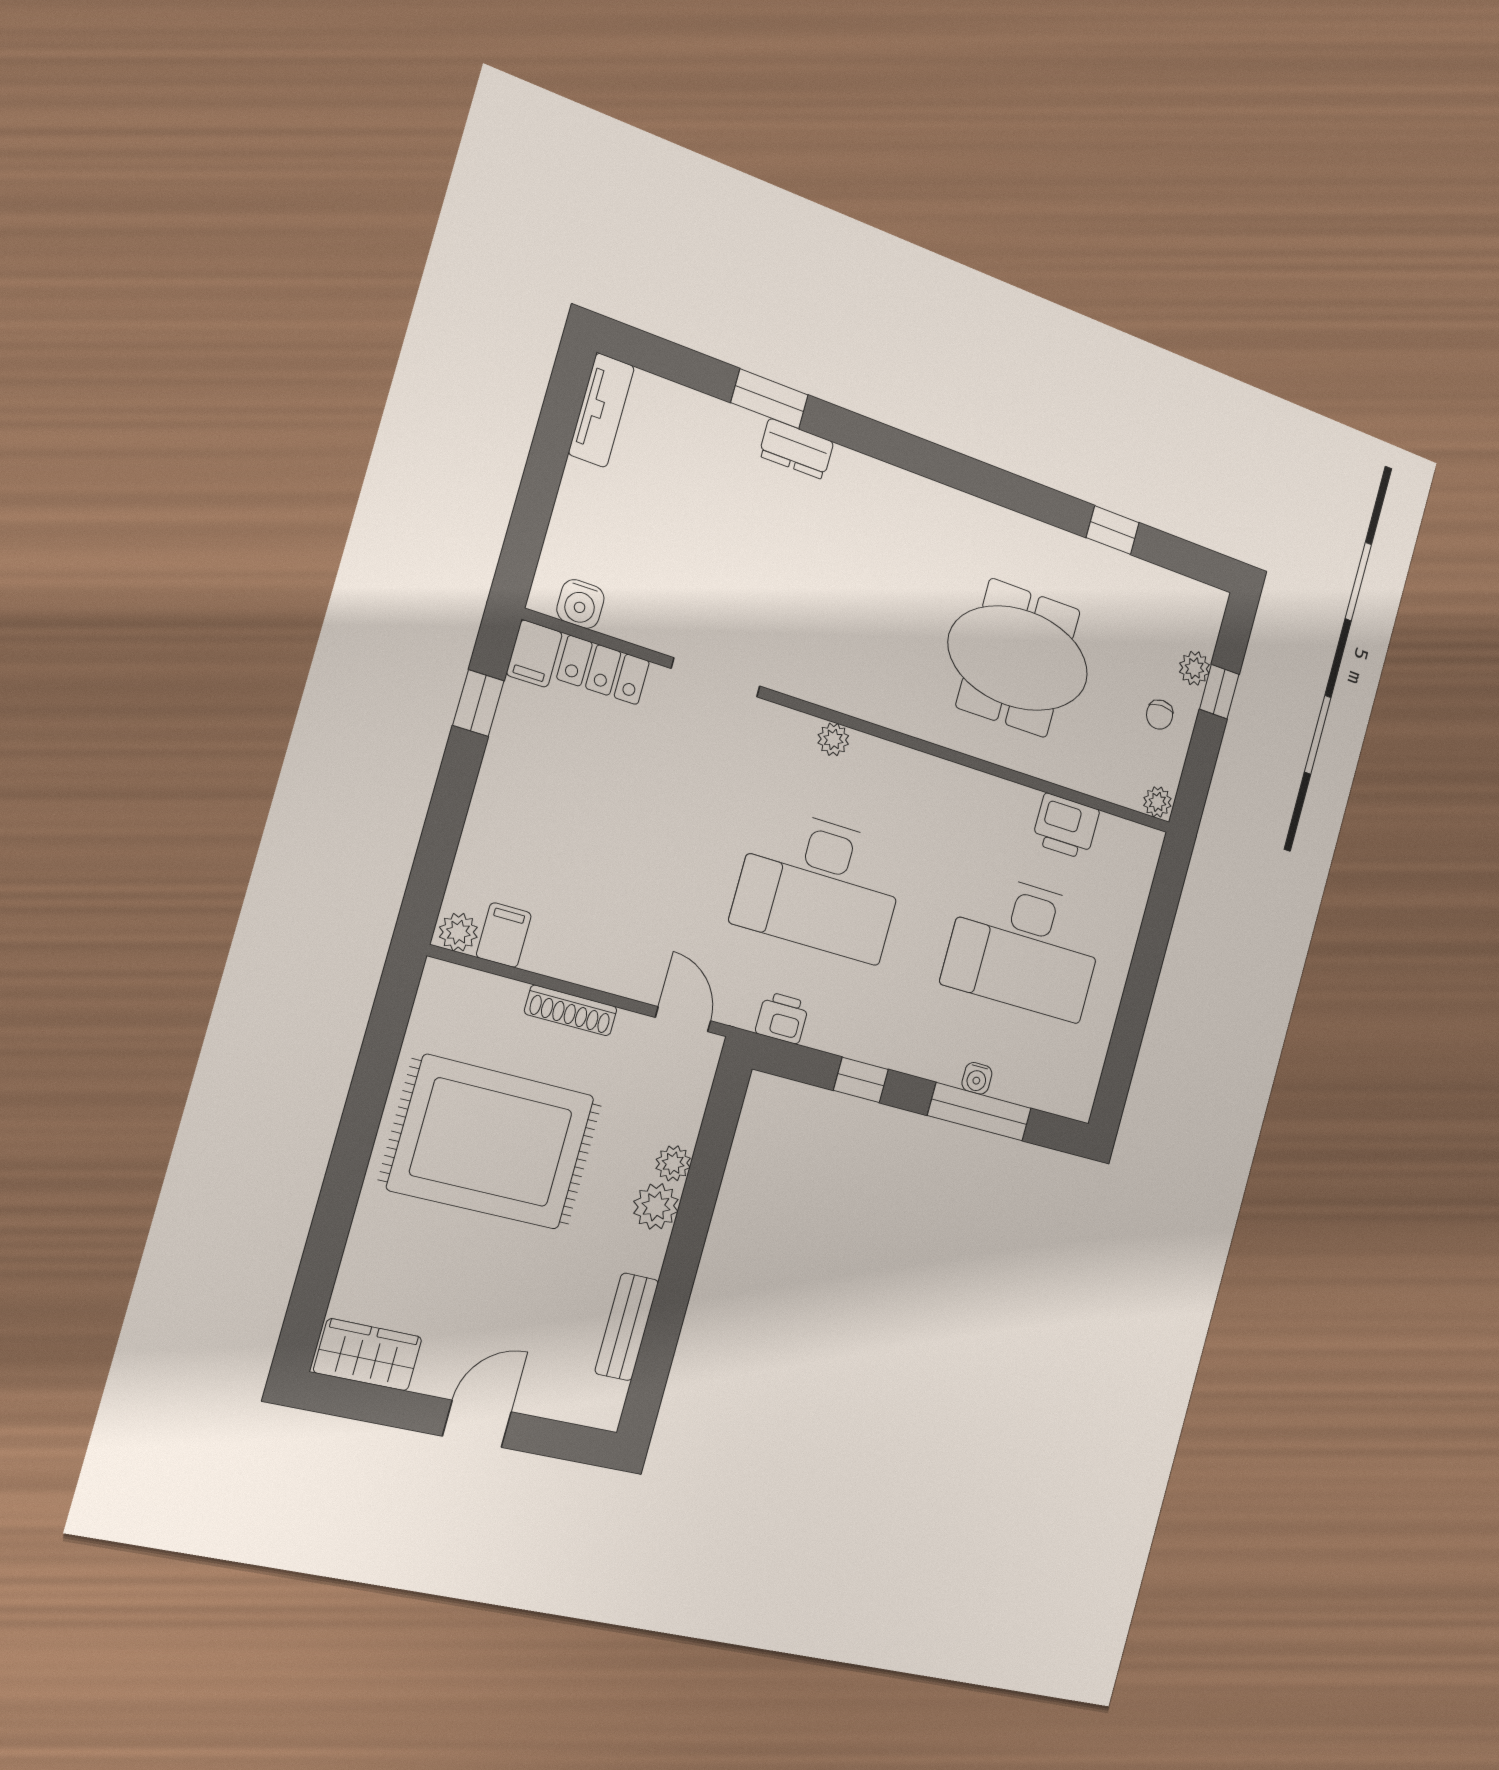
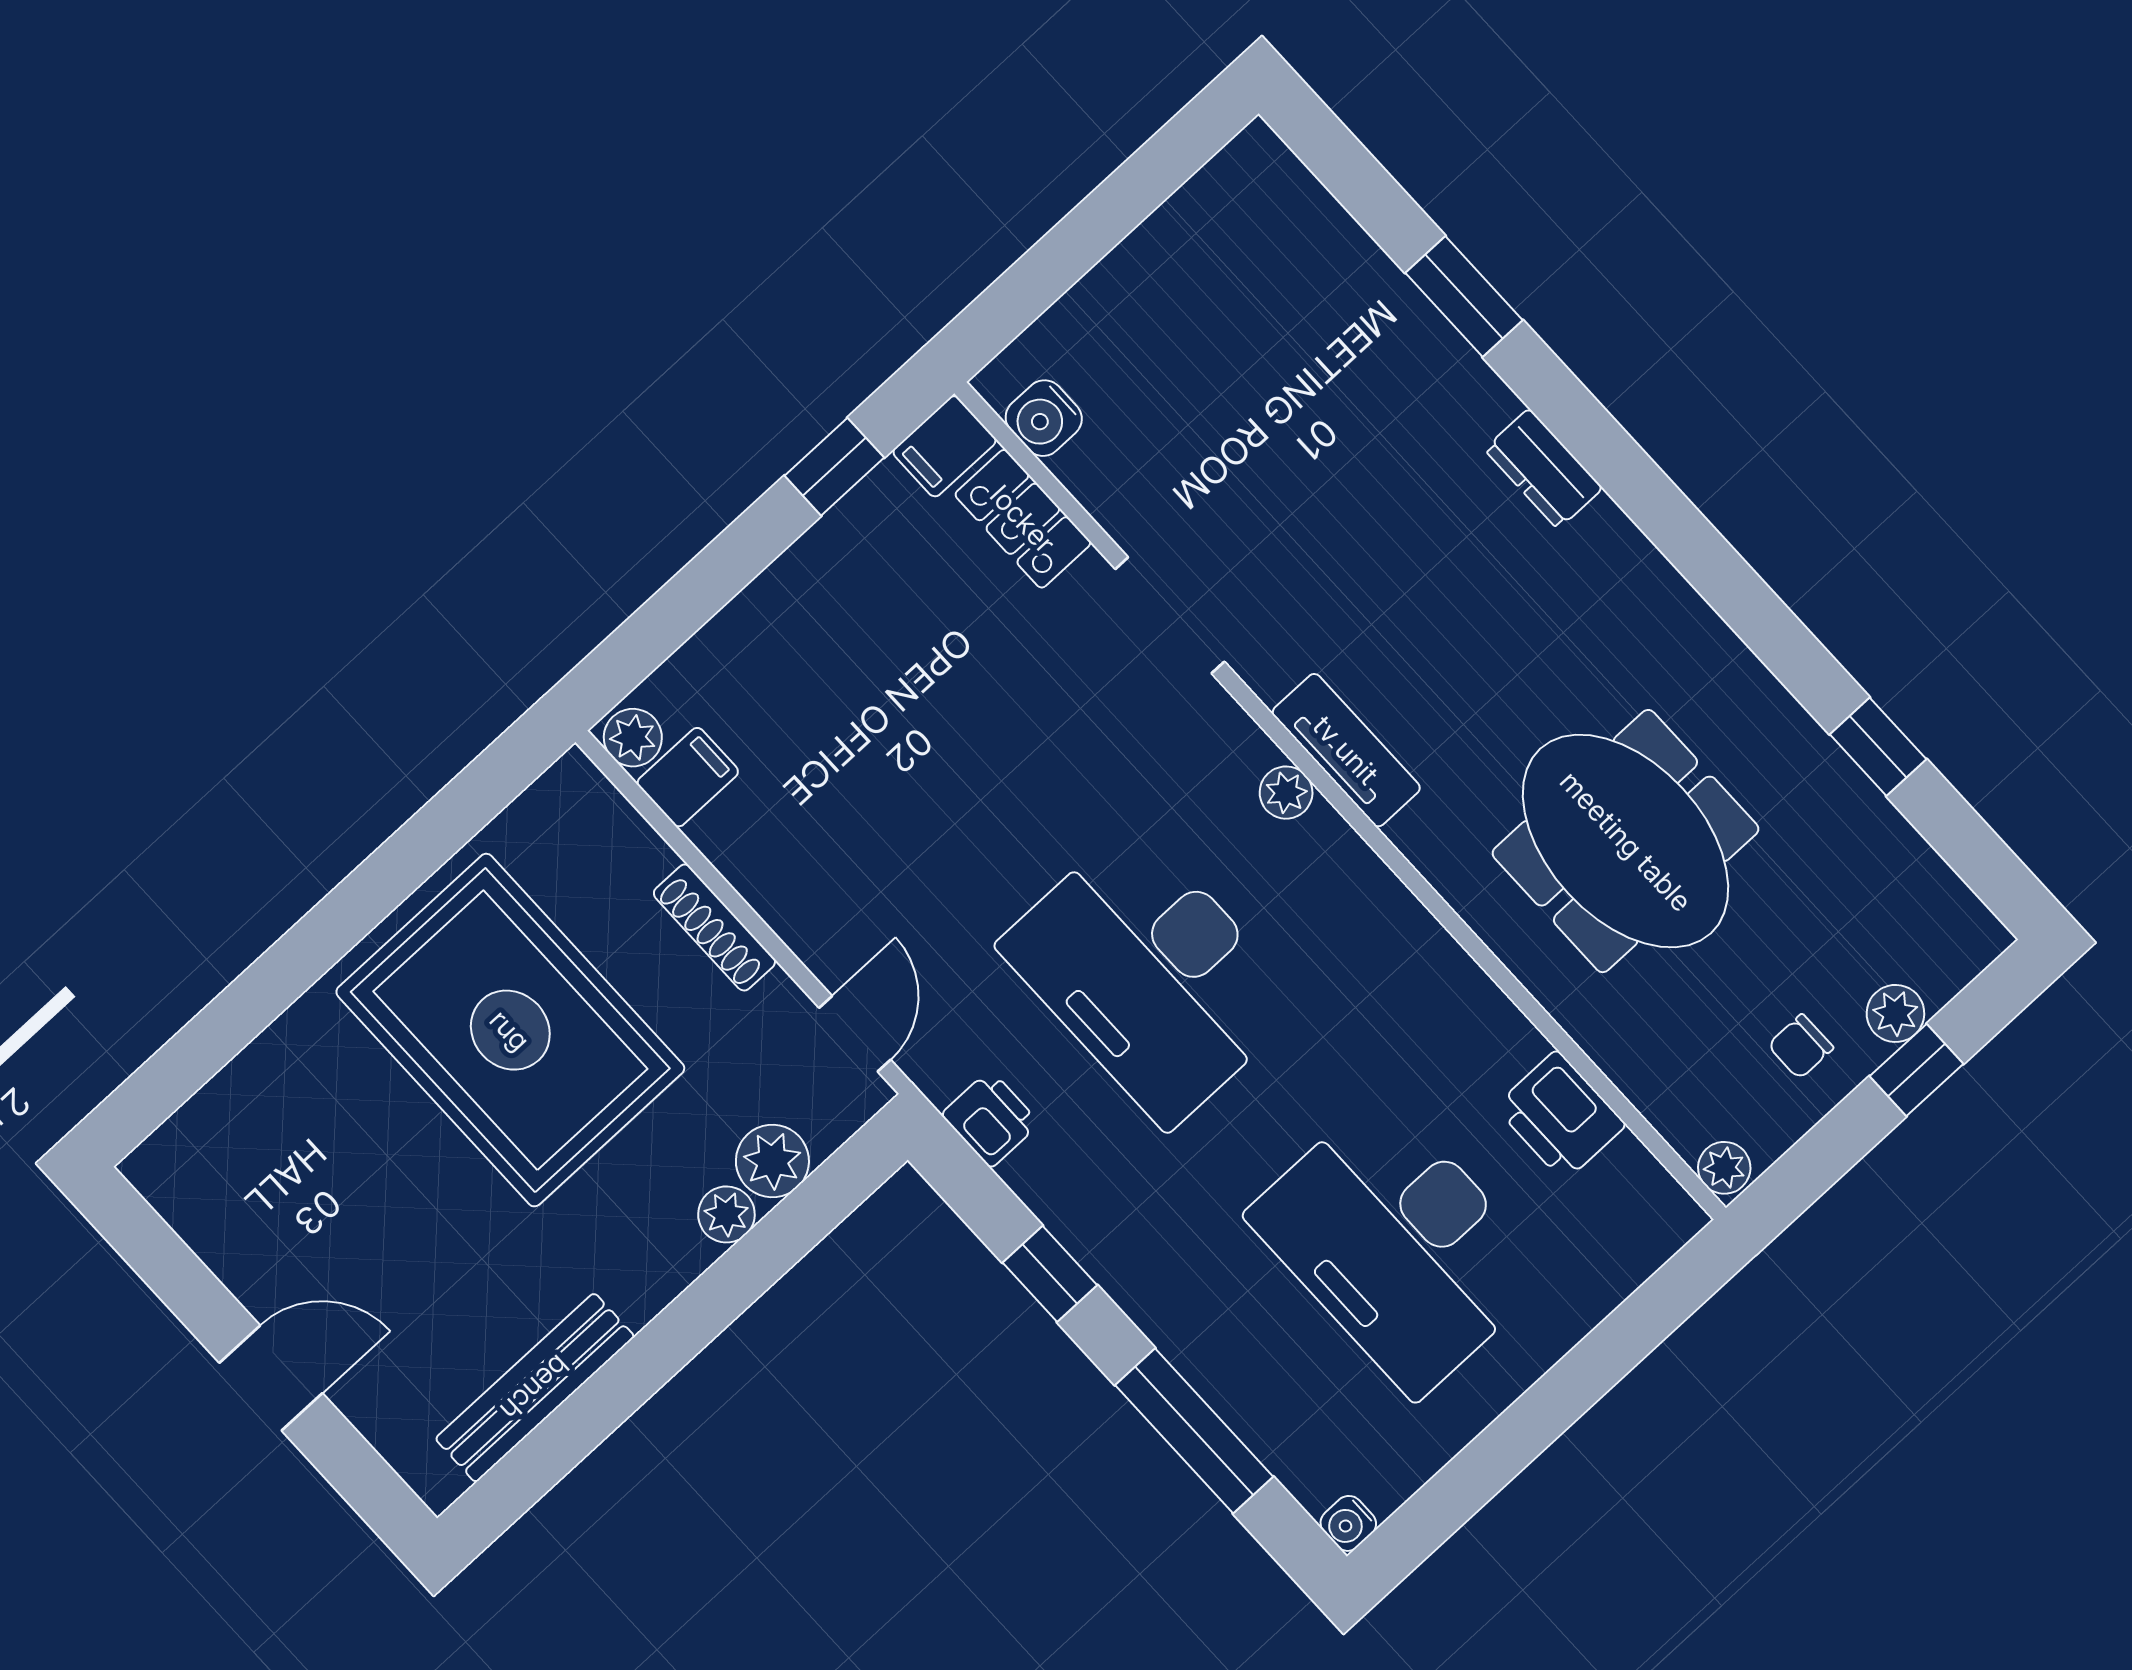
tv unit: (601, 410) -> (1346, 750), moved, turned -90
dresser: (796, 449) -> (1544, 469), moved
water cooler: (977, 1078) -> (1348, 1523), moved
plant: (656, 1206) -> (772, 1161), moved
bench: (627, 1327) -> (535, 1388), width x1.36
wardrobe: (368, 1355) -> (195, 1195), removed

